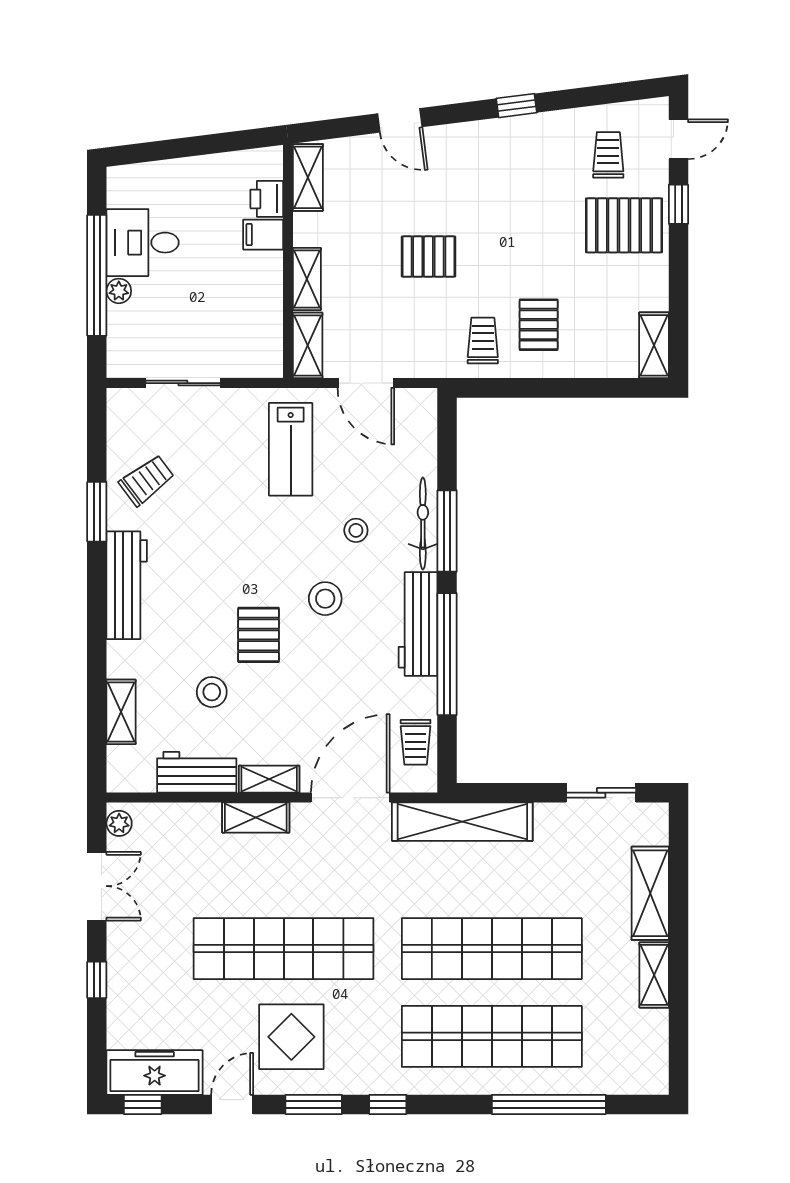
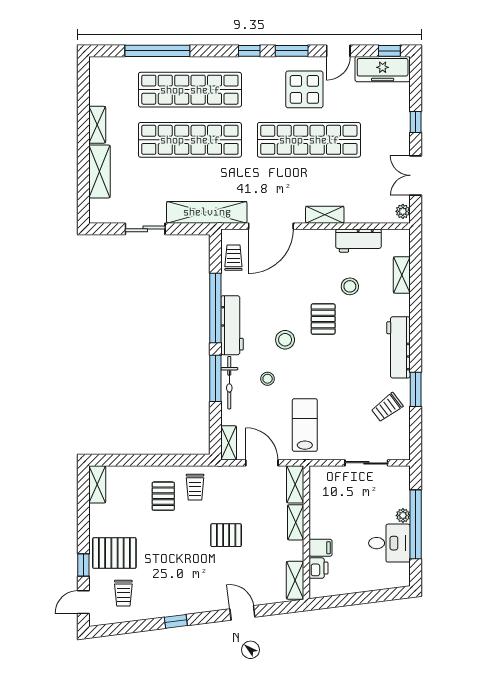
shelving: (269, 779) -> (229, 443), moved, turned 90
sliding door: (601, 793) -> (145, 229), moved

